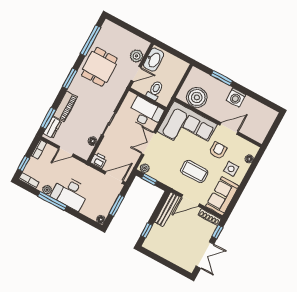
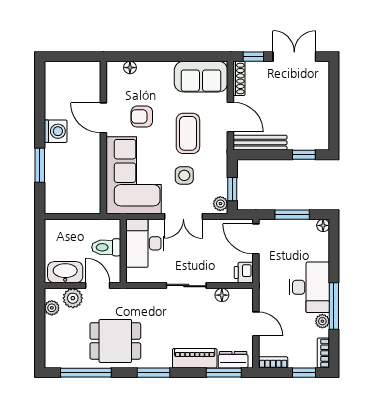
plant: (138, 41) -> (52, 308), added
boiler: (197, 97) -> (85, 185), removed
side table: (231, 169) -> (184, 175), moved

